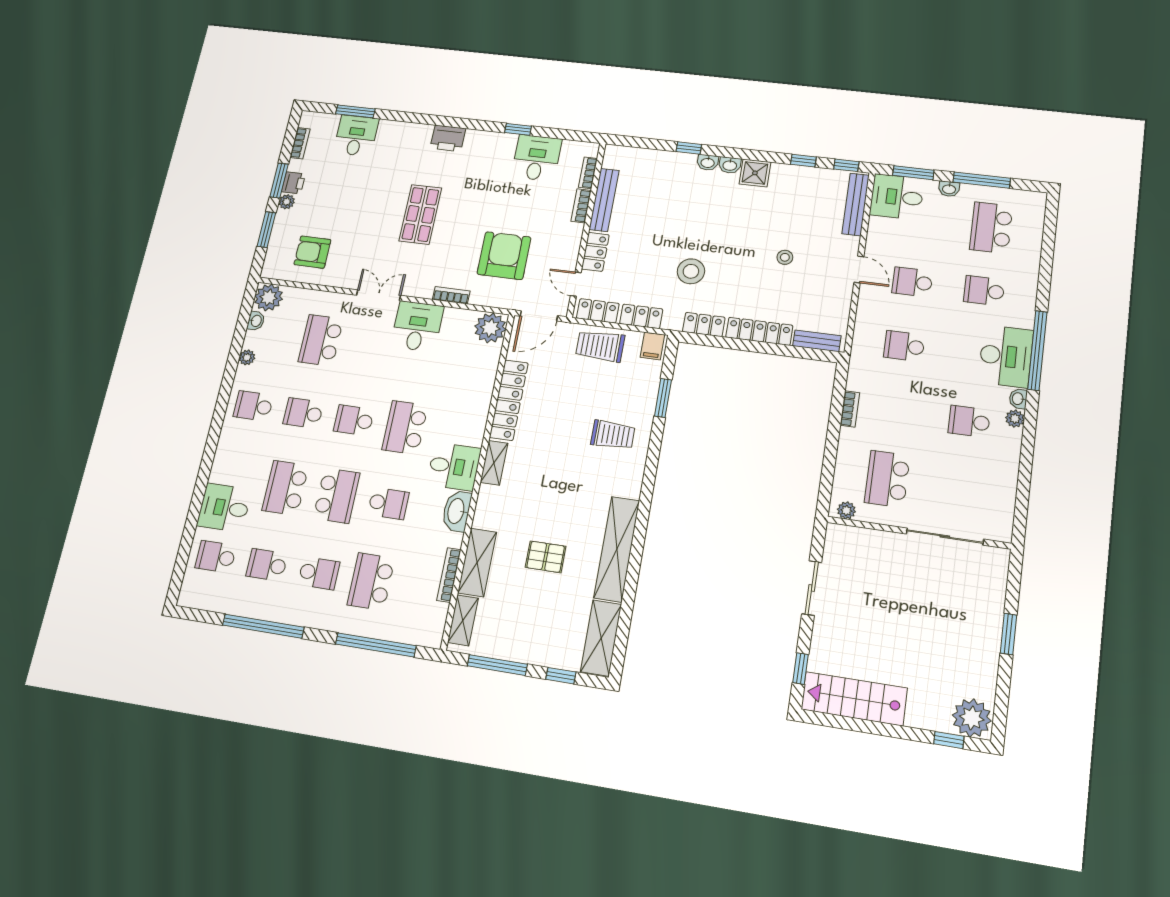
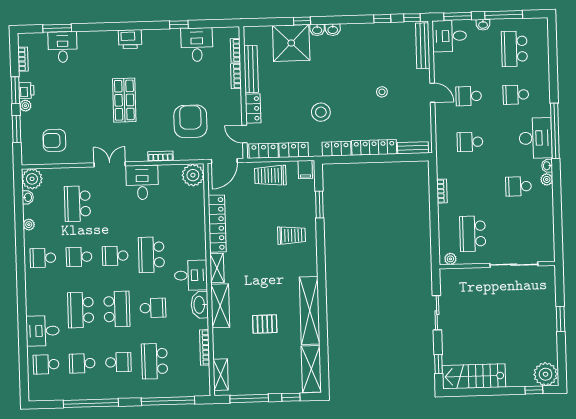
shower: (755, 173) -> (291, 43), moved, width x1.86, depth x1.86
shelving: (477, 562) -> (220, 306), moved

